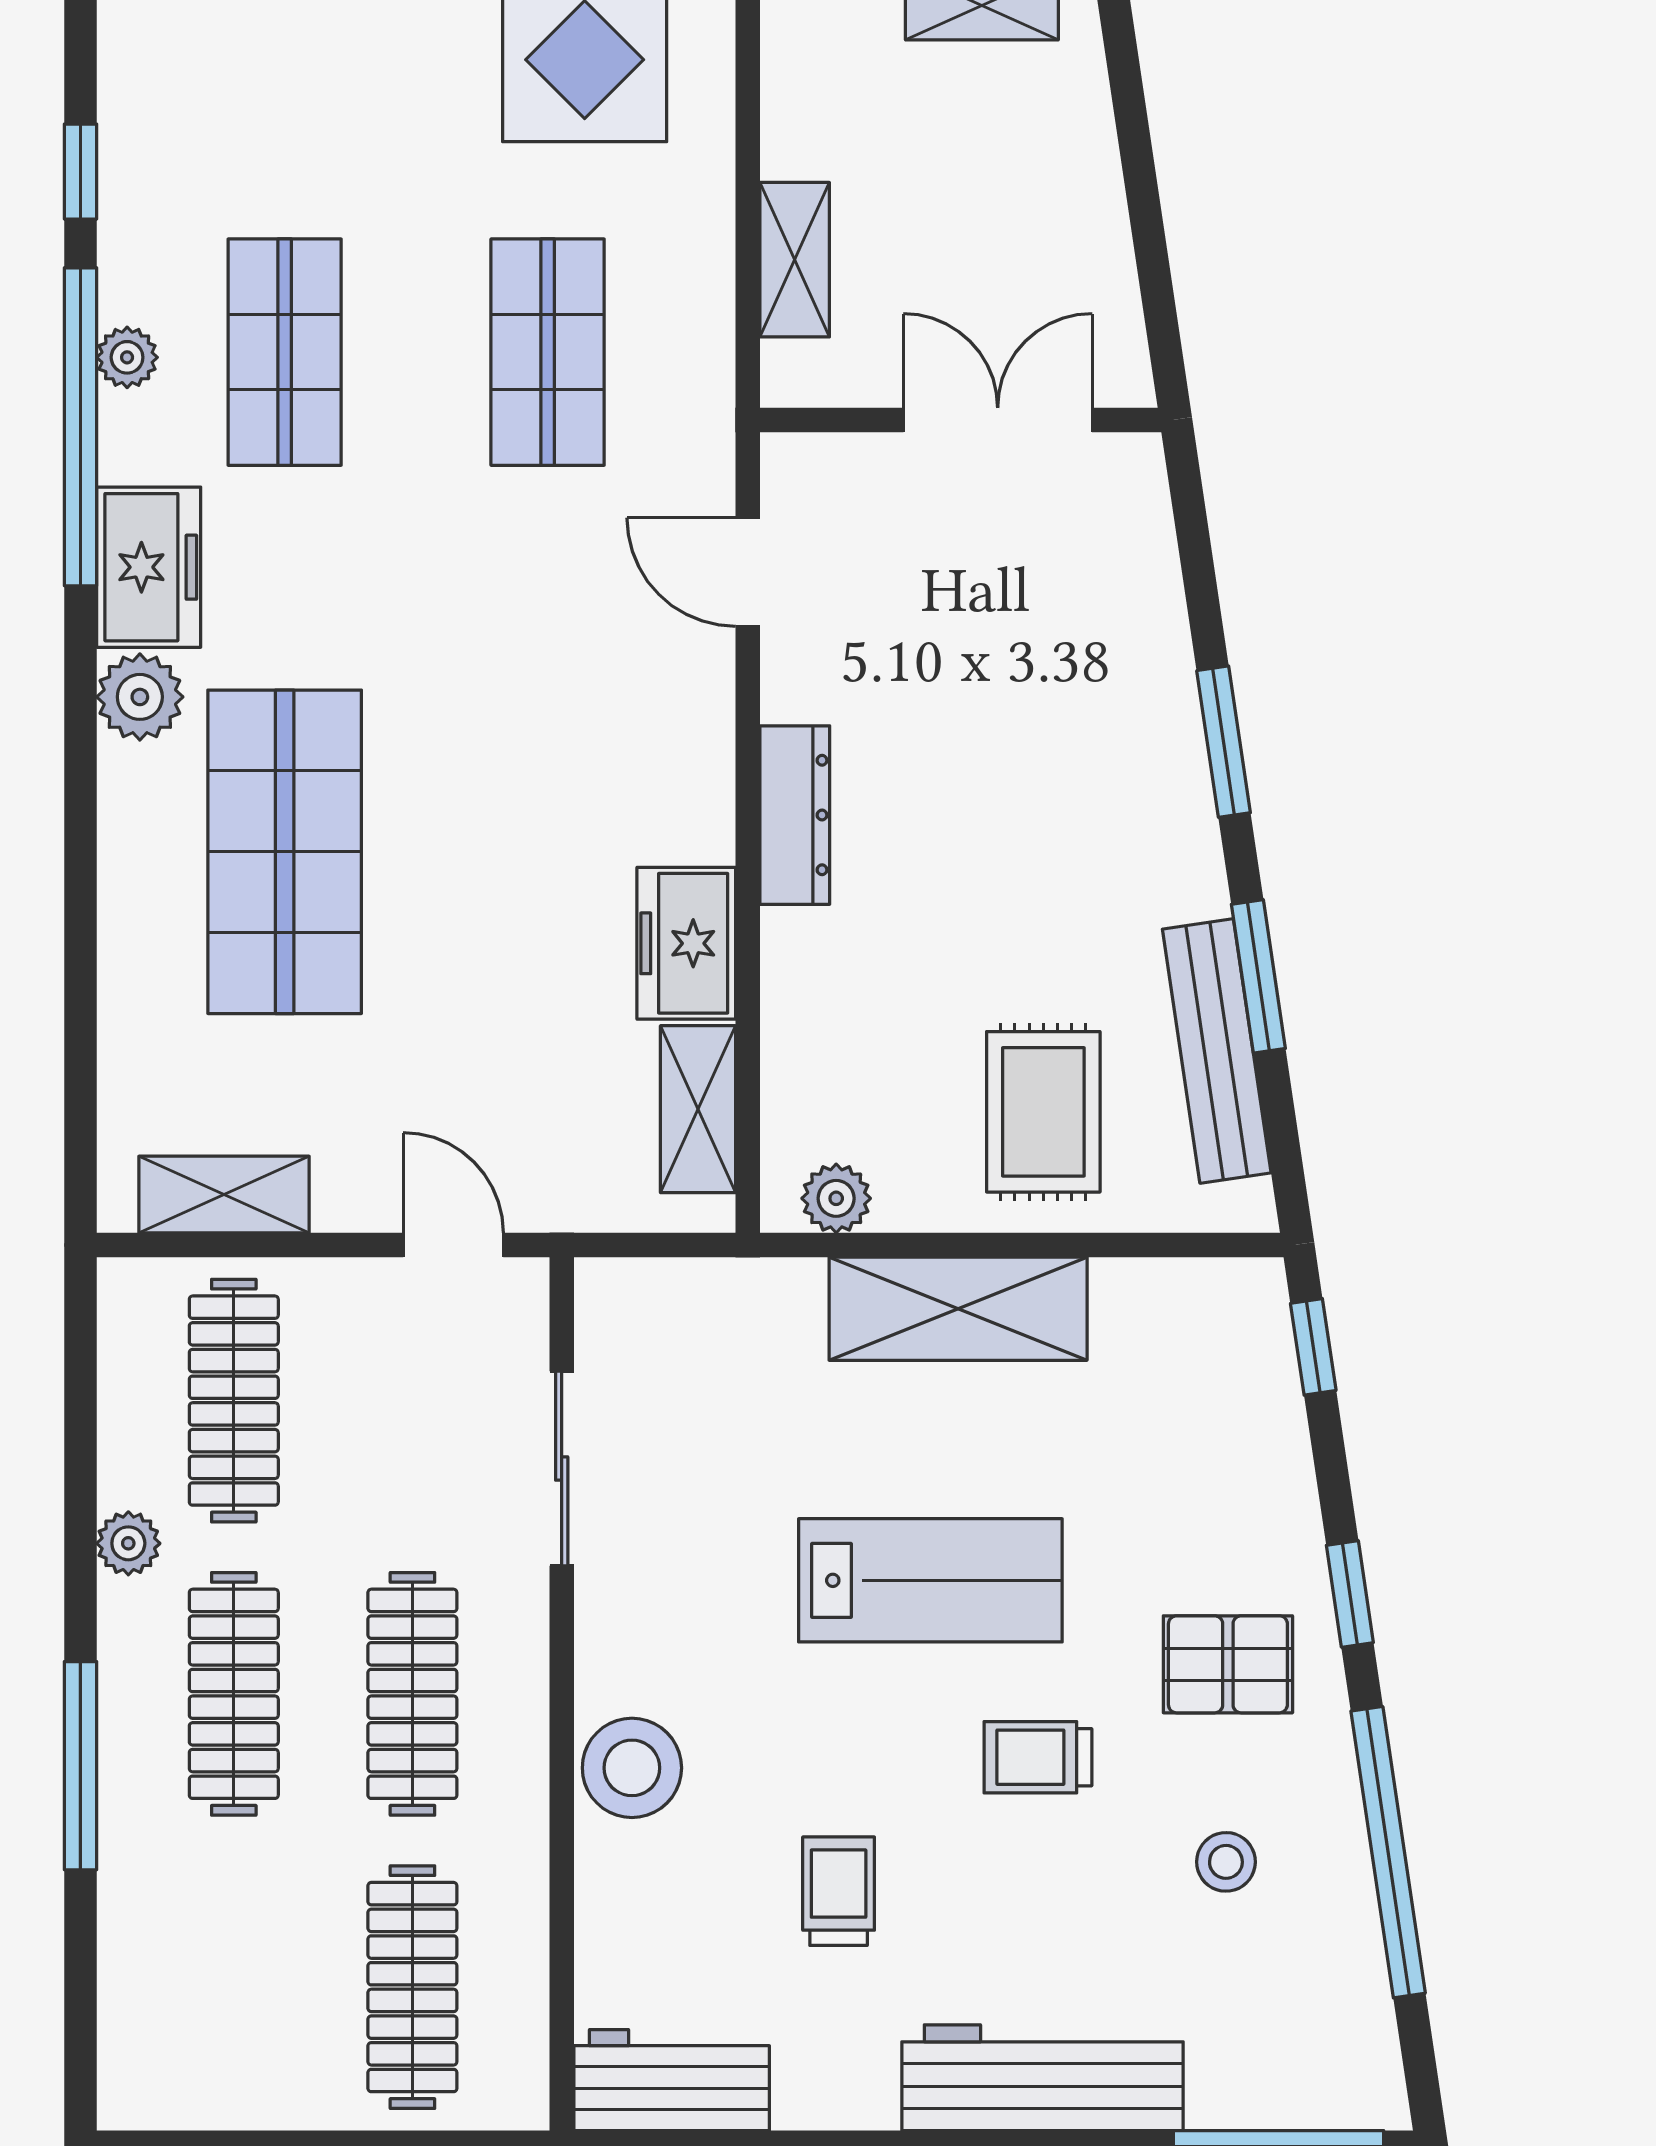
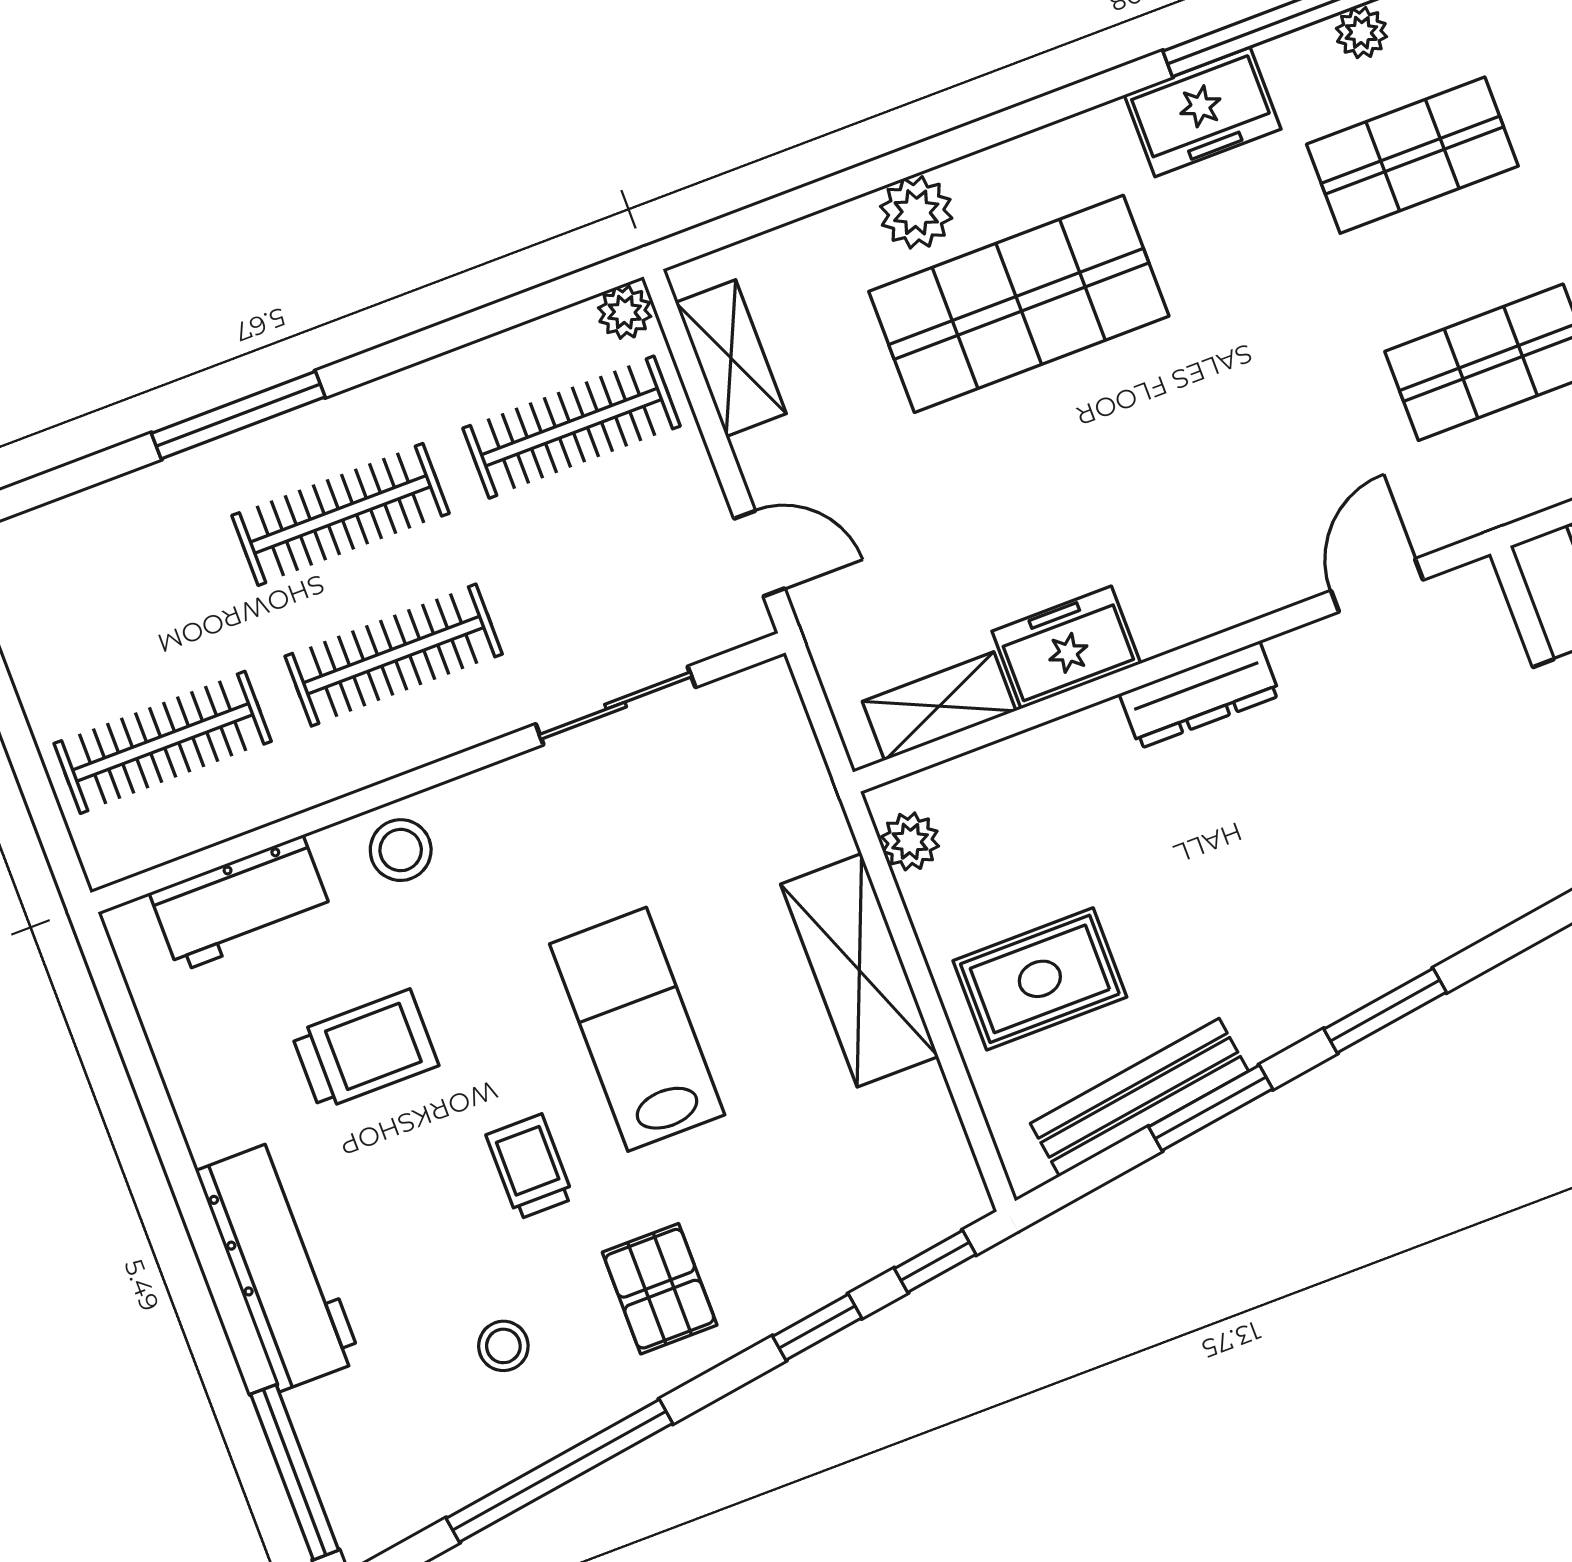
plant: (140, 697) -> (916, 212), moved
door: (453, 1245) -> (759, 554), hinge flipped
plant: (128, 1543) -> (625, 312), moved
lab bench: (930, 1580) -> (637, 1029), turned 180
window: (1350, 1594) -> (817, 1327), moved
stool: (632, 1768) -> (401, 850), width x0.73, depth x0.73
trolley: (839, 1891) -> (365, 1050), width x1.36, depth x1.39
workbench: (672, 2080) -> (241, 904), moved, turned 90

